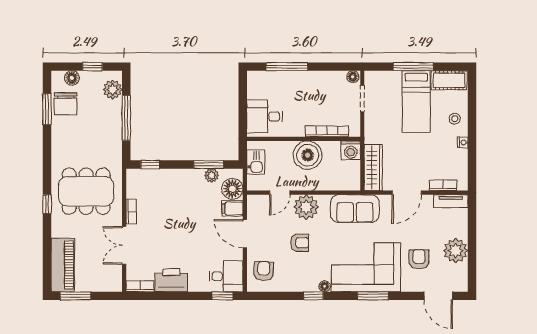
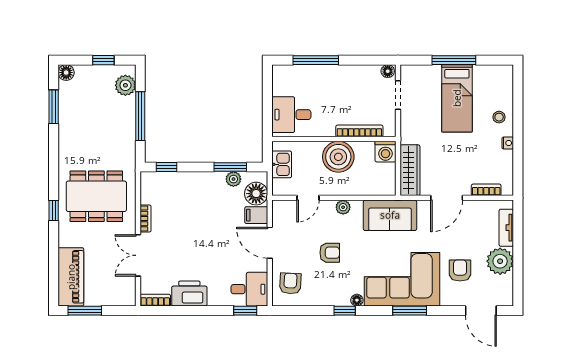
floor lamp: (72, 78) -> (66, 73), moved
cot: (449, 80) -> (493, 75), removed
chair: (66, 104) -> (74, 101), removed
tv unit: (451, 201) -> (506, 228), moved, turned 90
plant: (306, 207) -> (343, 207), width x0.53, depth x0.53

